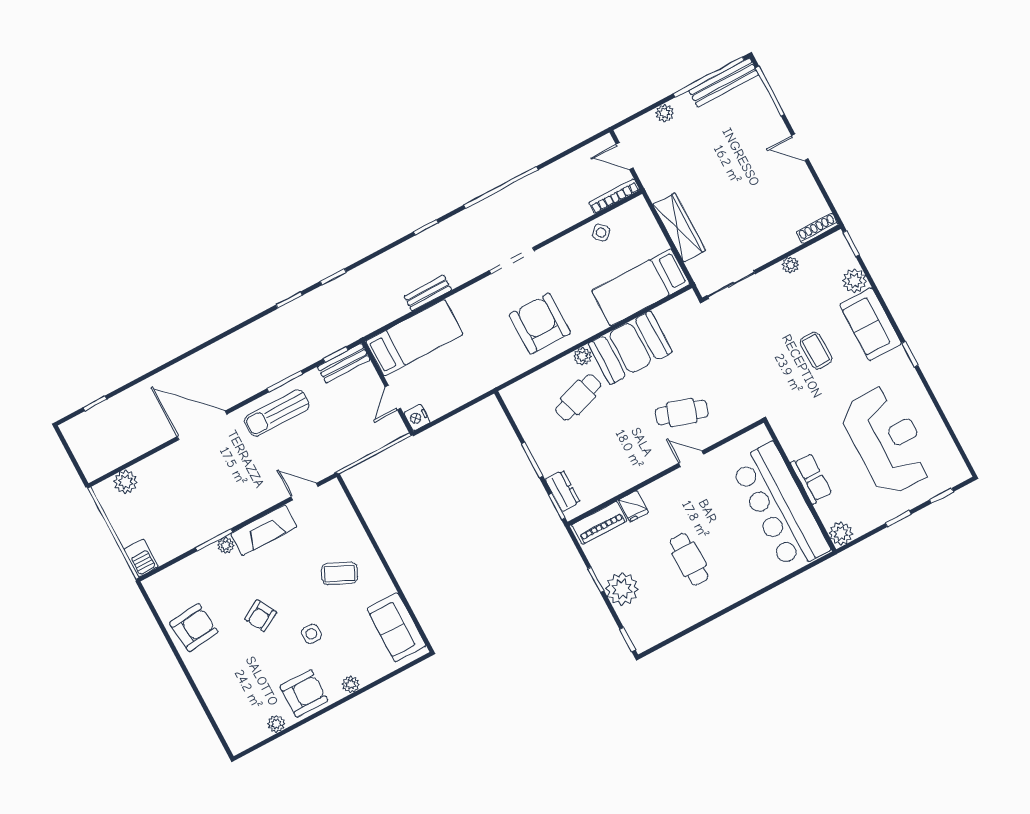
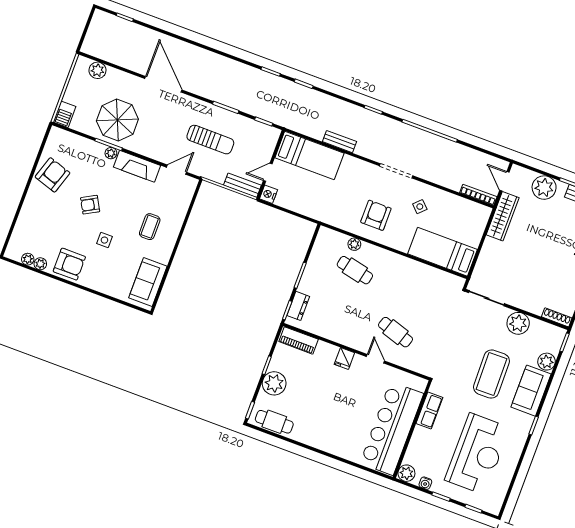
plant: (665, 113) -> (544, 188), width x1.87, depth x1.87
wardrobe: (679, 227) -> (503, 216), moved
side table: (601, 233) -> (420, 207), moved
plant: (790, 265) -> (518, 323), width x1.88, depth x1.88
armchair: (540, 324) -> (376, 215), width x0.73, depth x0.73
booth: (630, 348) -> (406, 274), removed
coffee table: (816, 350) -> (491, 374), width x1.86, depth x1.72
plant: (583, 356) -> (354, 244), moved
bench: (344, 363) -> (242, 185), moved
cafe table: (578, 397) -> (355, 270), turned 30
sun lounger: (277, 413) -> (210, 140), moved, turned 180
row of seats: (811, 478) -> (429, 411), moved
door: (305, 492) -> (176, 170), hinge flipped
fridge: (634, 506) -> (344, 358), moved
parasol: (197, 507) -> (117, 120), added
water cooler: (869, 523) -> (425, 483), added
cafe table: (689, 559) -> (274, 422), moved, turned 90
coffee table: (340, 573) -> (150, 227), turned 65
armchair: (194, 627) -> (53, 175), turned -66
plant: (351, 684) -> (28, 259), moved

